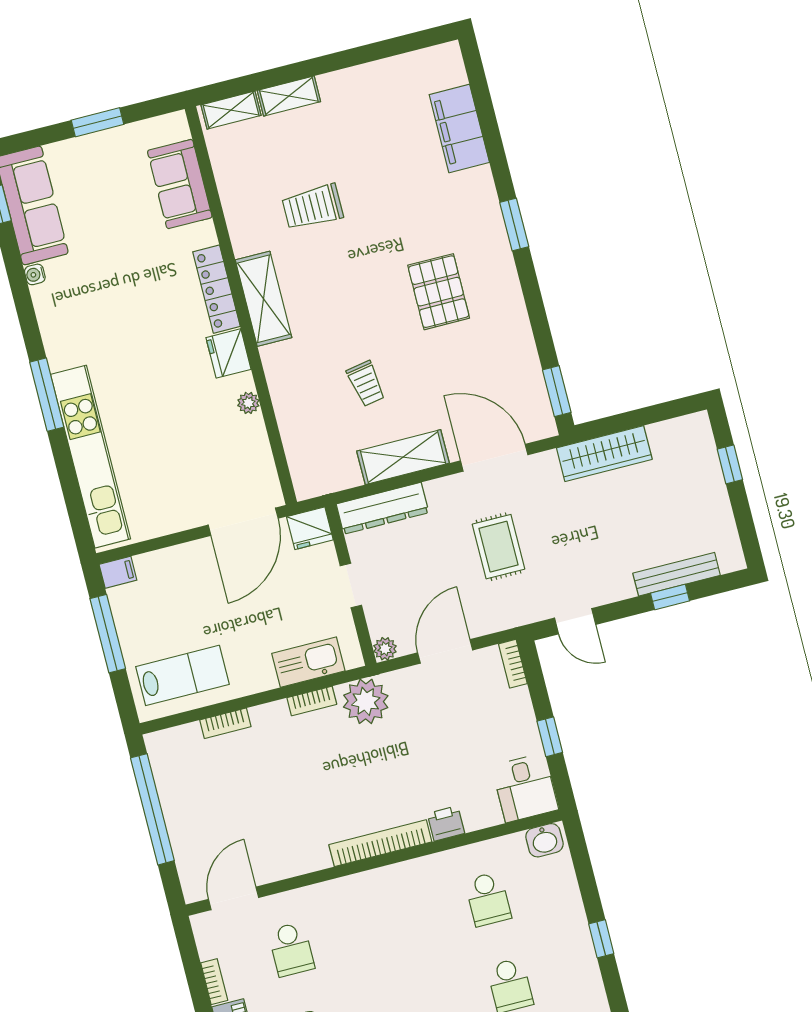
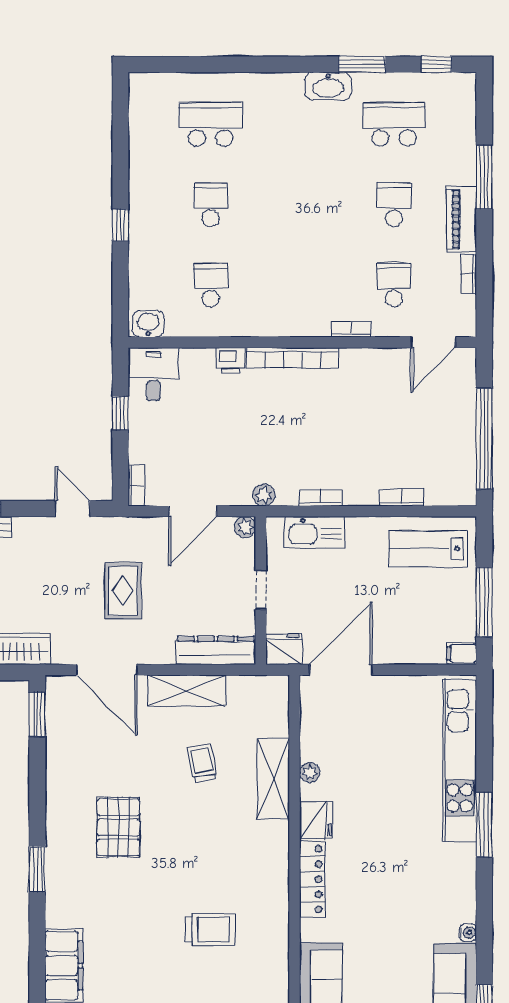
shelving: (264, 299) -> (273, 779), moved
plant: (366, 701) -> (264, 495), width x0.53, depth x0.53
bookcase: (325, 890) -> (351, 329), added

